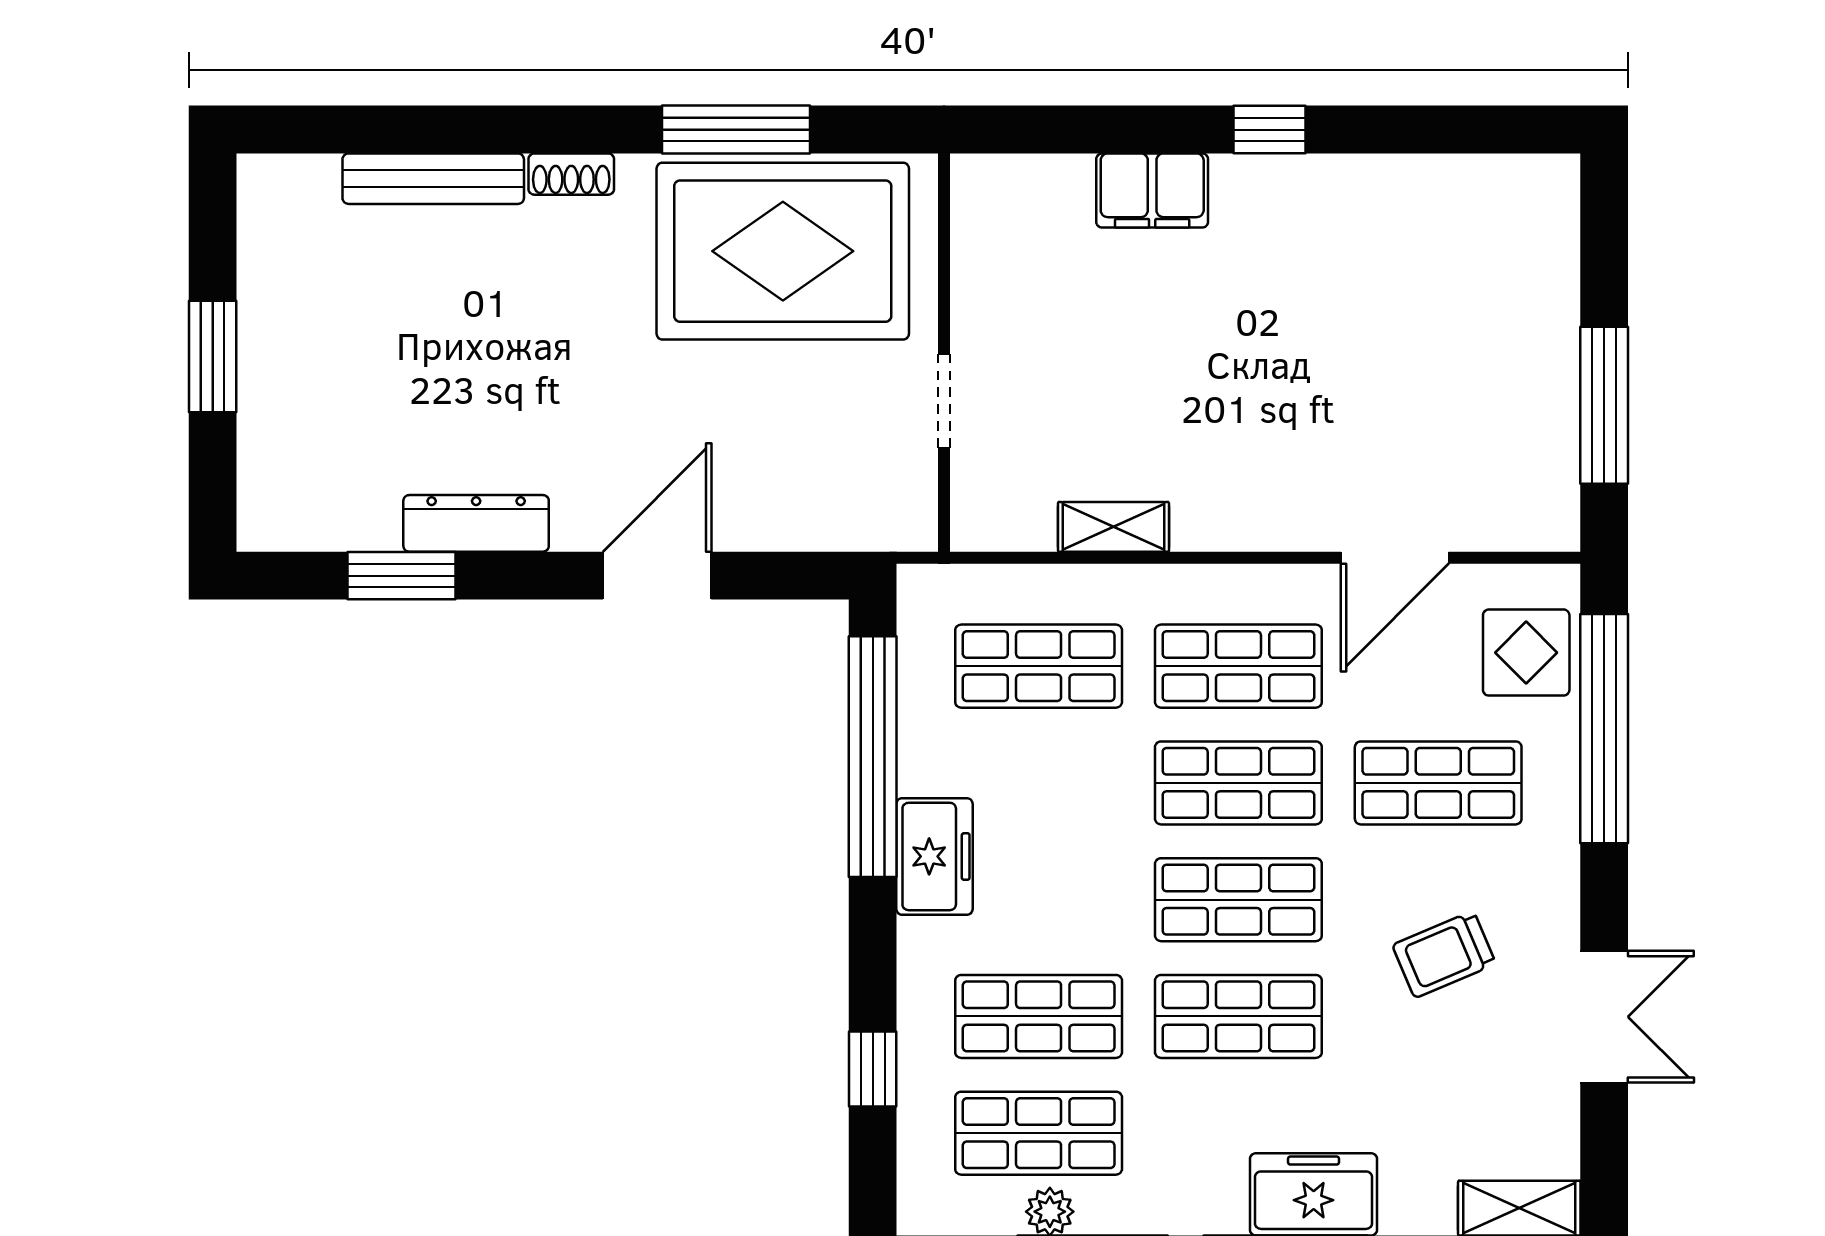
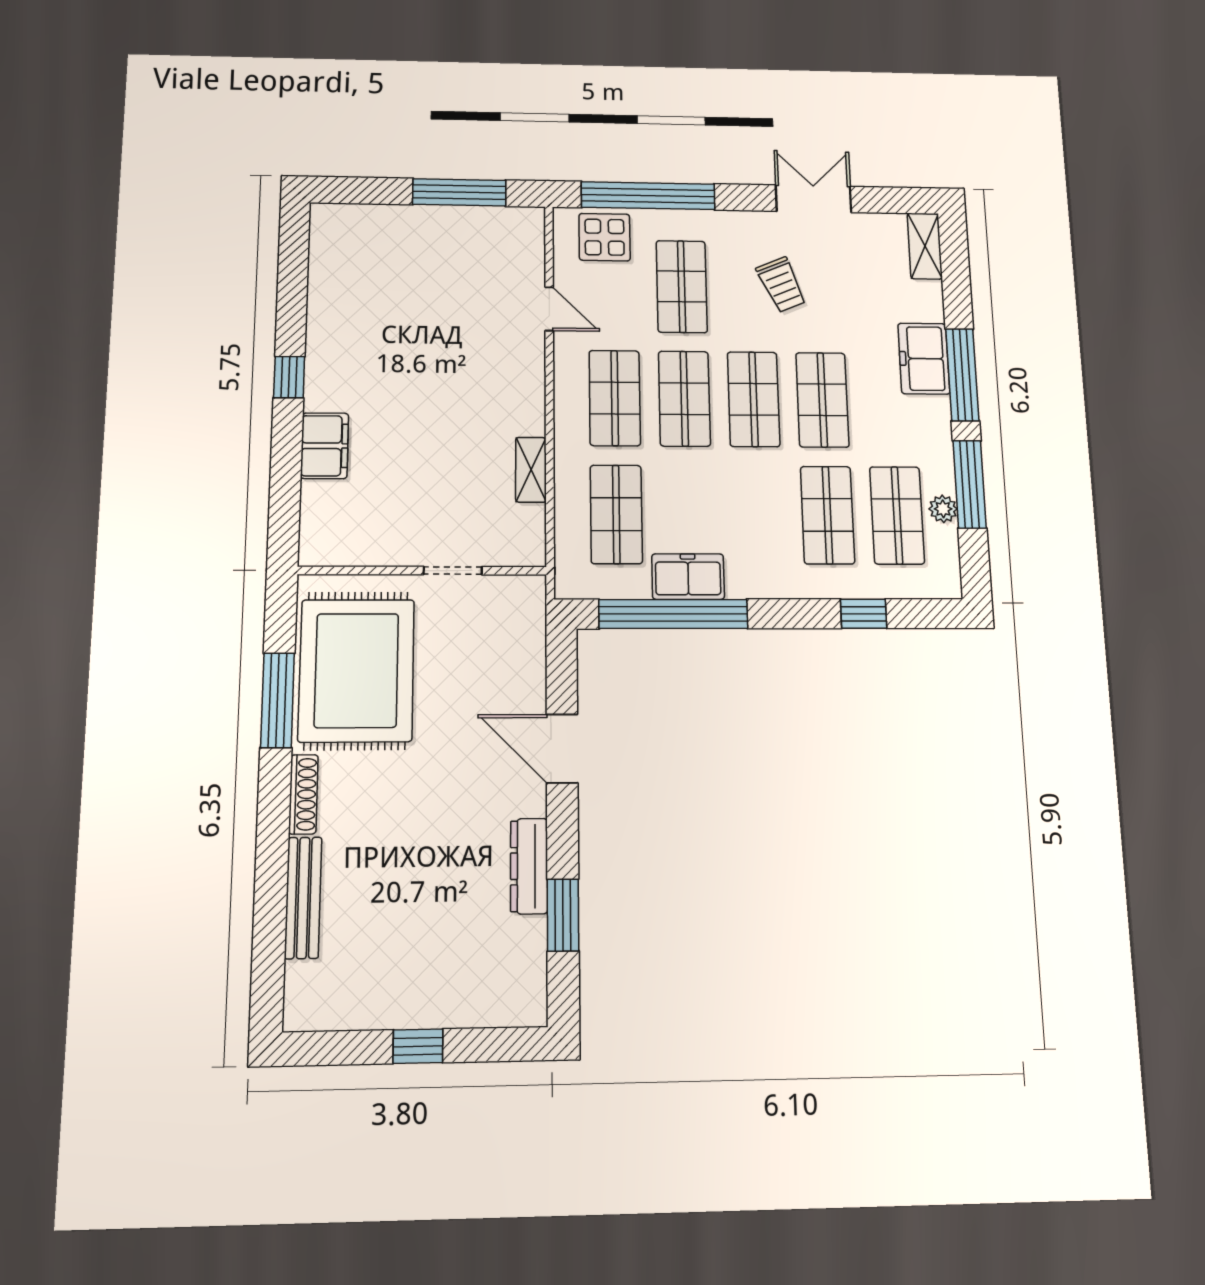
shoe rack: (571, 174) -> (303, 794), width x1.43
window: (213, 356) -> (418, 1046), width x0.67
door: (1395, 558) -> (549, 309), width x0.73
freezer: (934, 856) -> (688, 577), moved

